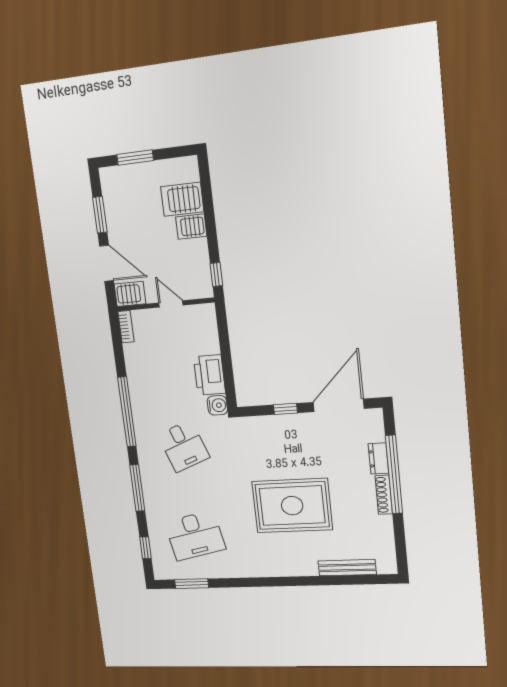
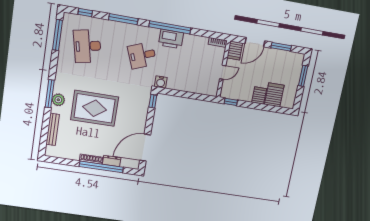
printer: (209, 375) -> (171, 39), moved, turned 180
door: (339, 405) -> (145, 148), swing flipped
window: (285, 409) -> (153, 101), moved
rug: (292, 506) -> (95, 108), turned 90
plant: (294, 566) -> (58, 100), added
window: (288, 581) -> (50, 94), added
window: (192, 584) -> (58, 35), width x1.44

